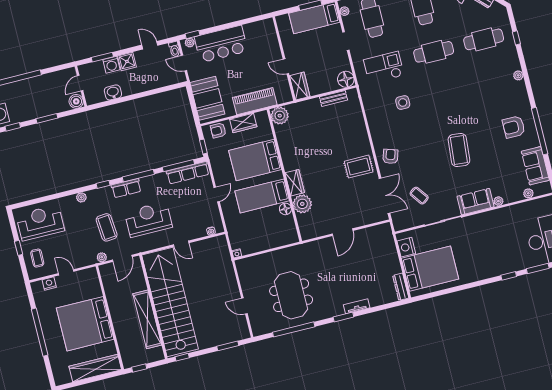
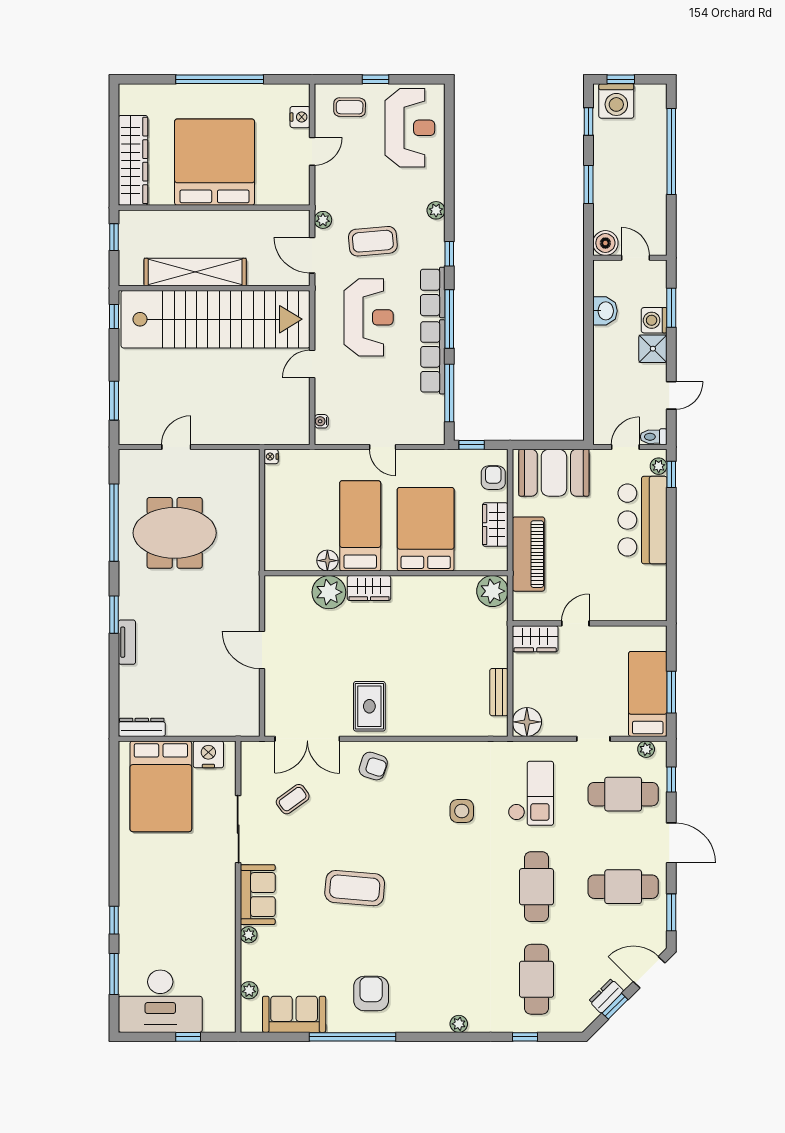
row of seats: (188, 173) -> (433, 357), moved

